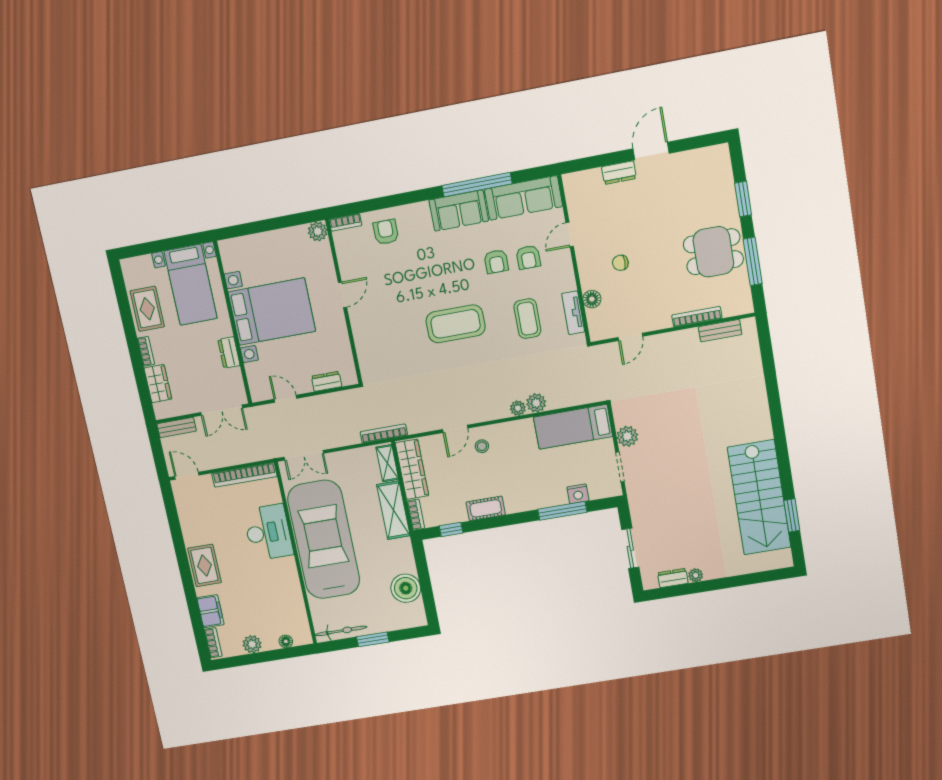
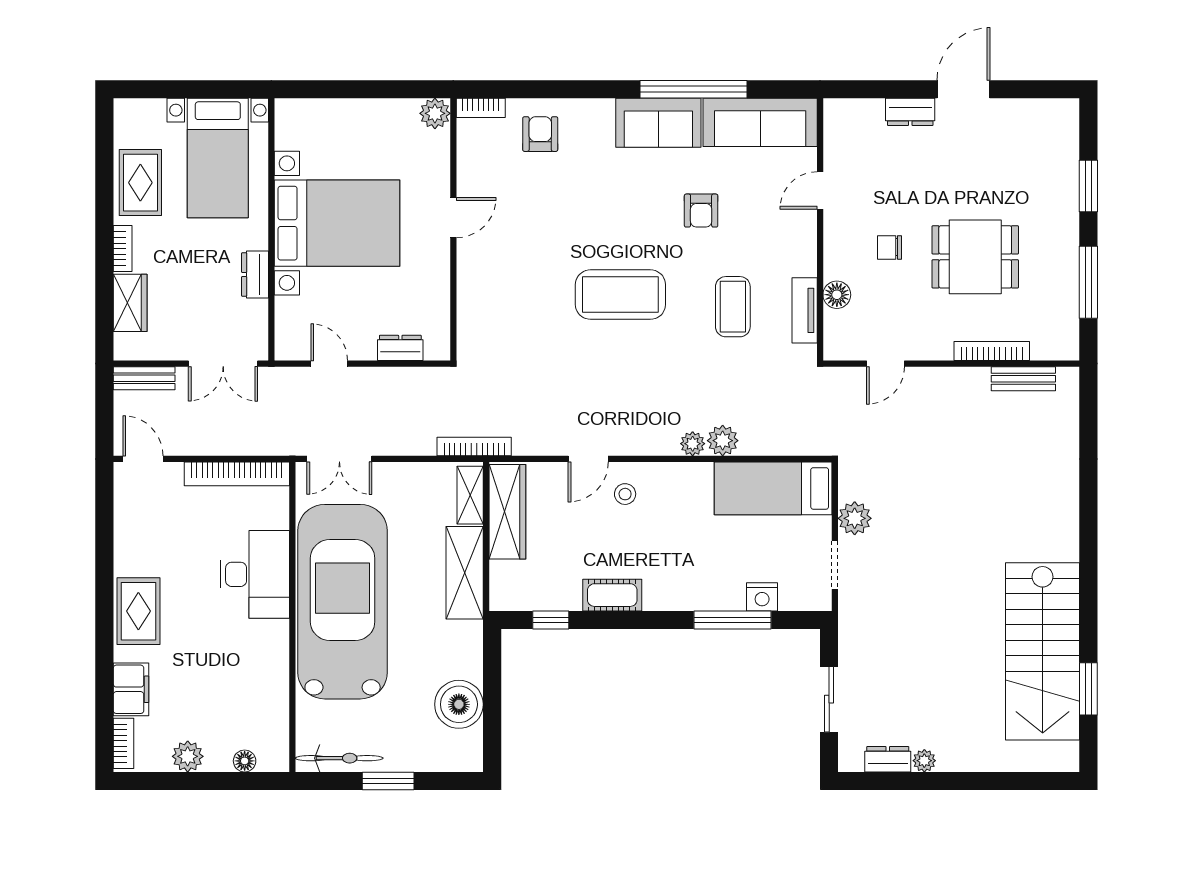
dining table: (713, 252) -> (975, 257), moved
armchair: (528, 257) -> (751, 213), removed
bookcase: (416, 515) -> (499, 586), removed

